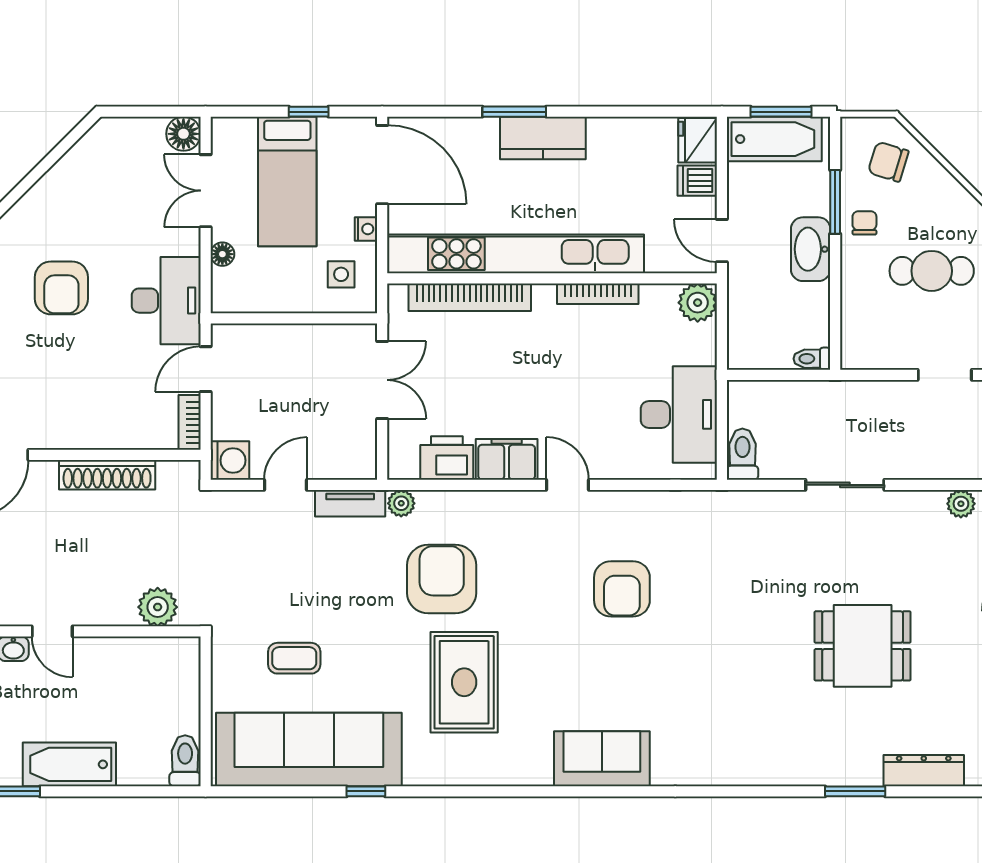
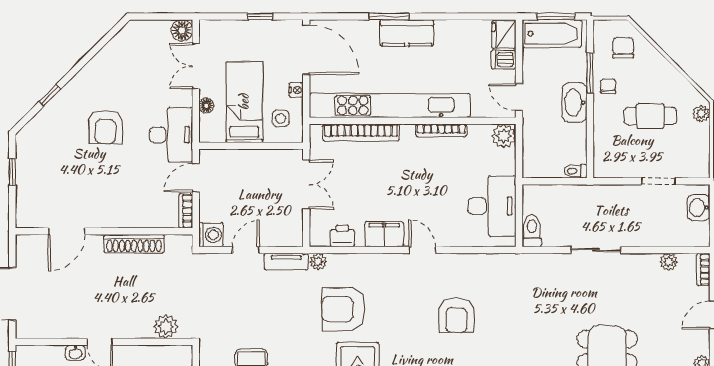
chair: (888, 162) -> (623, 48), turned 73
bed: (287, 181) -> (244, 102), moved, turned 180
printer: (447, 458) -> (342, 236), width x0.73, depth x0.81
armchair: (442, 579) -> (344, 309), turned -90

